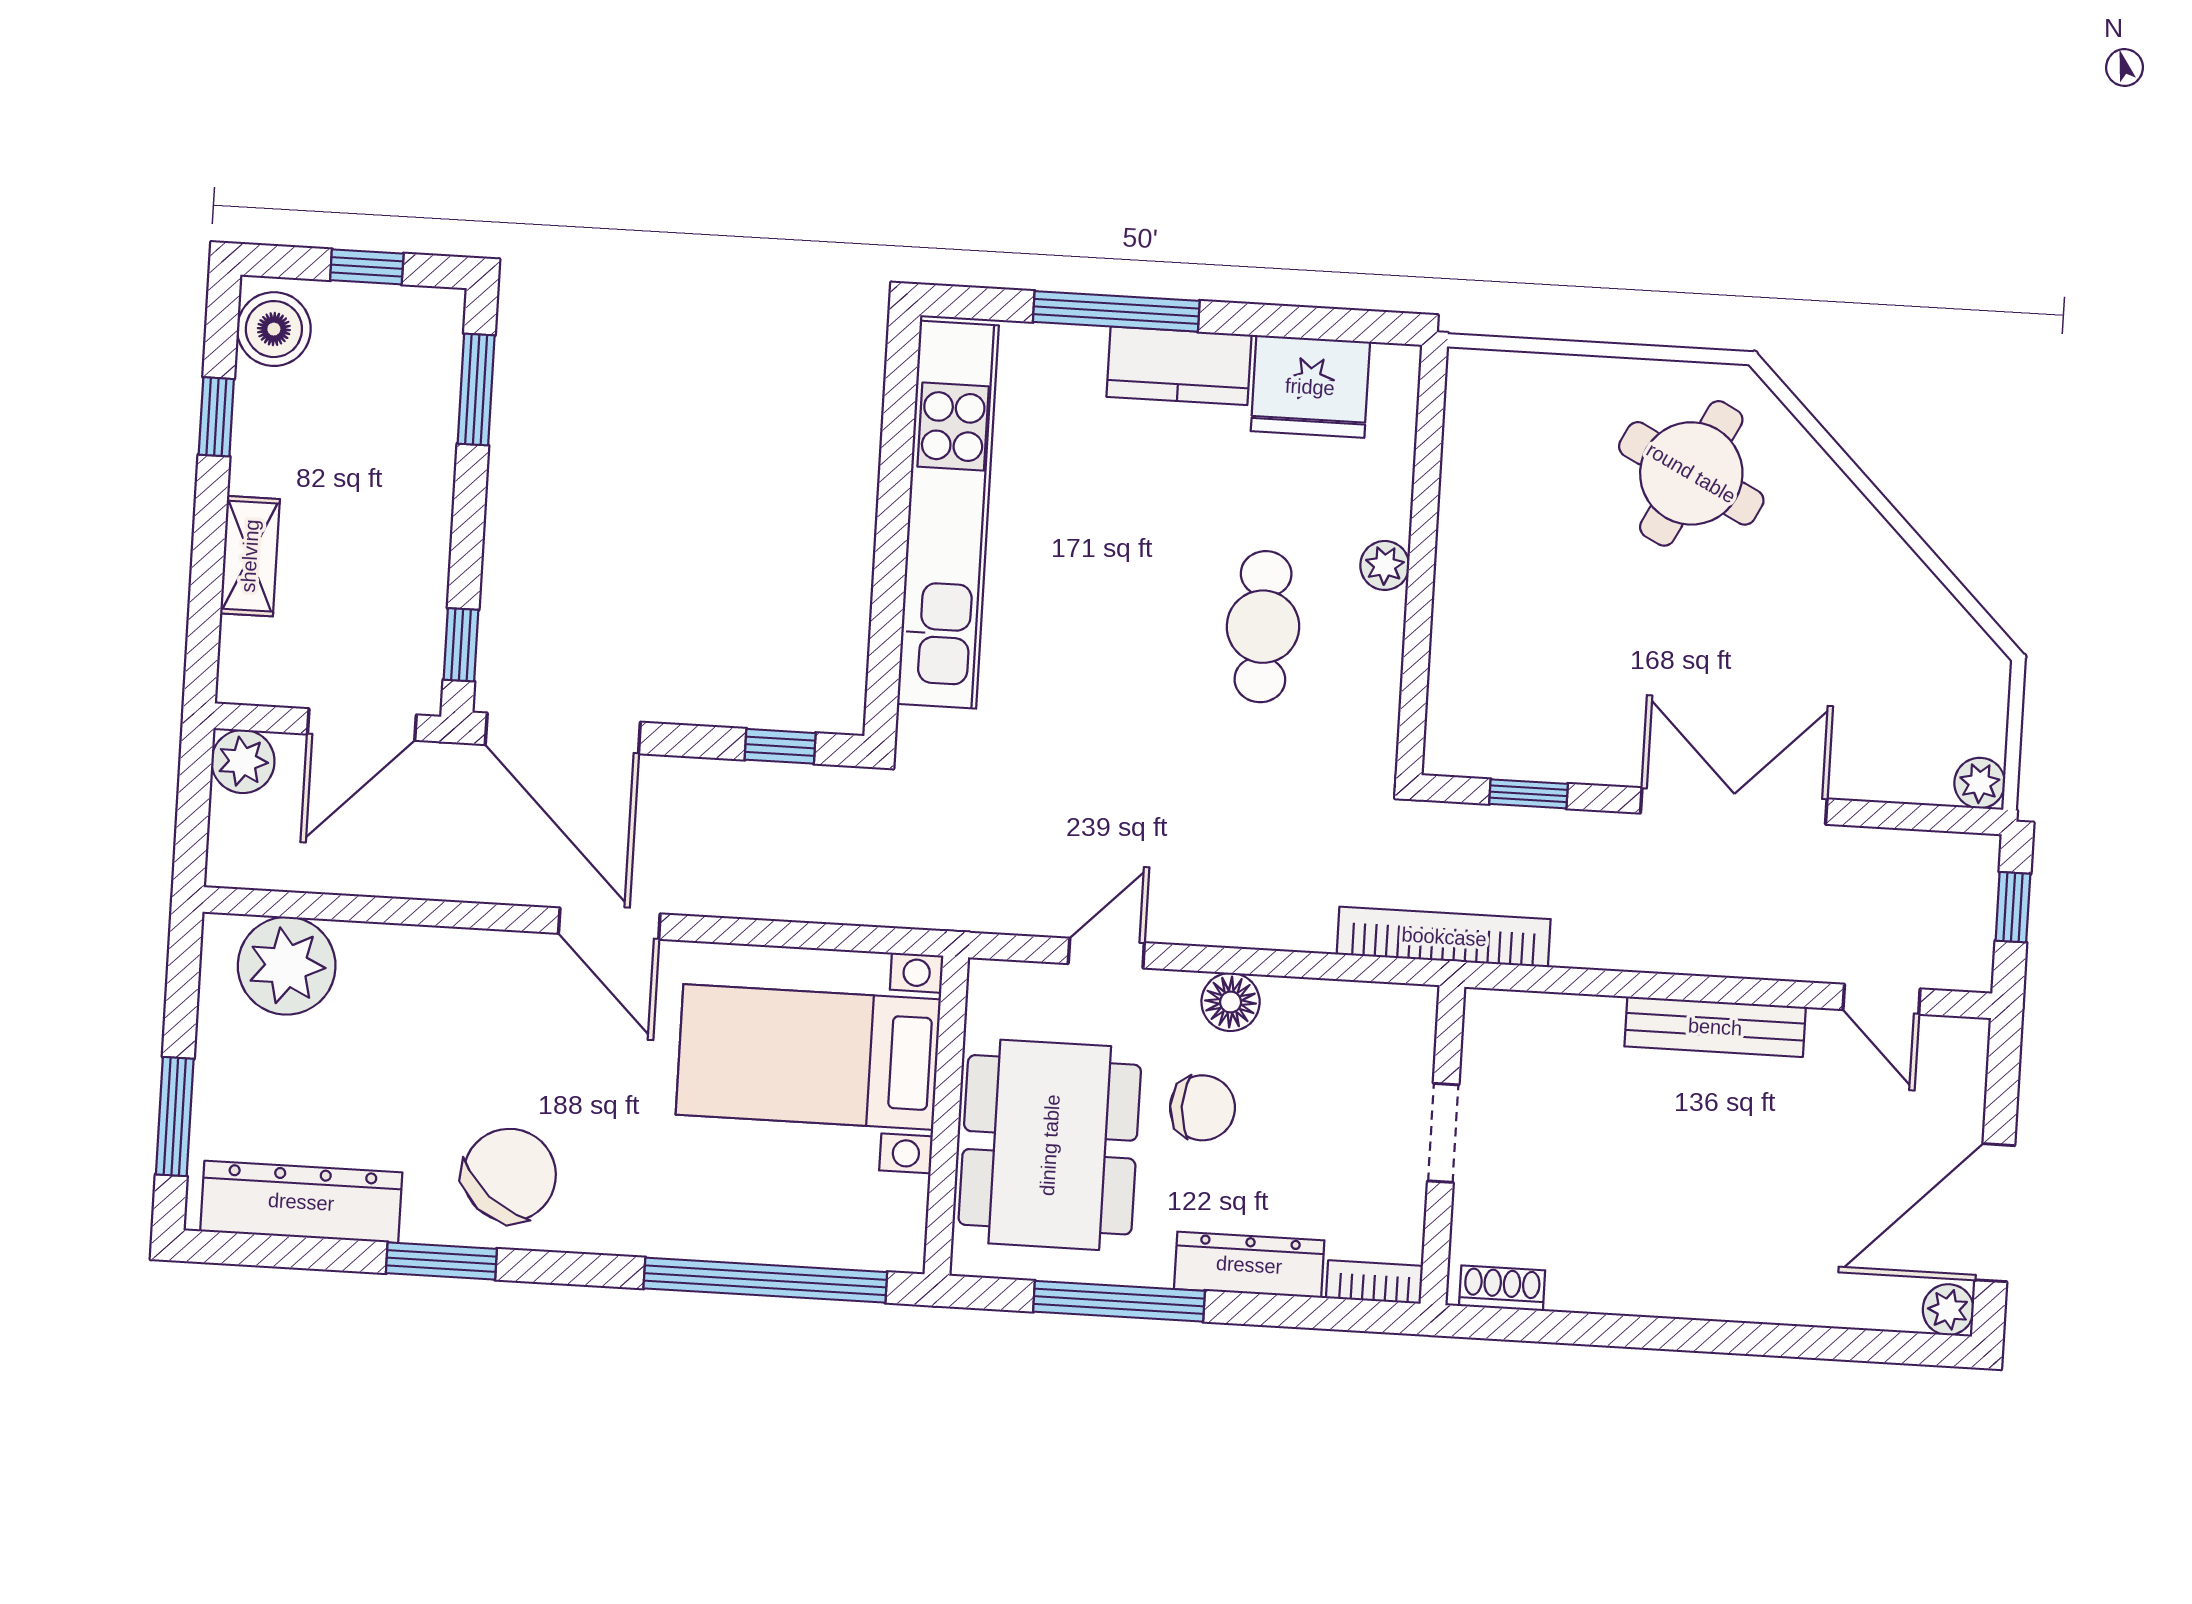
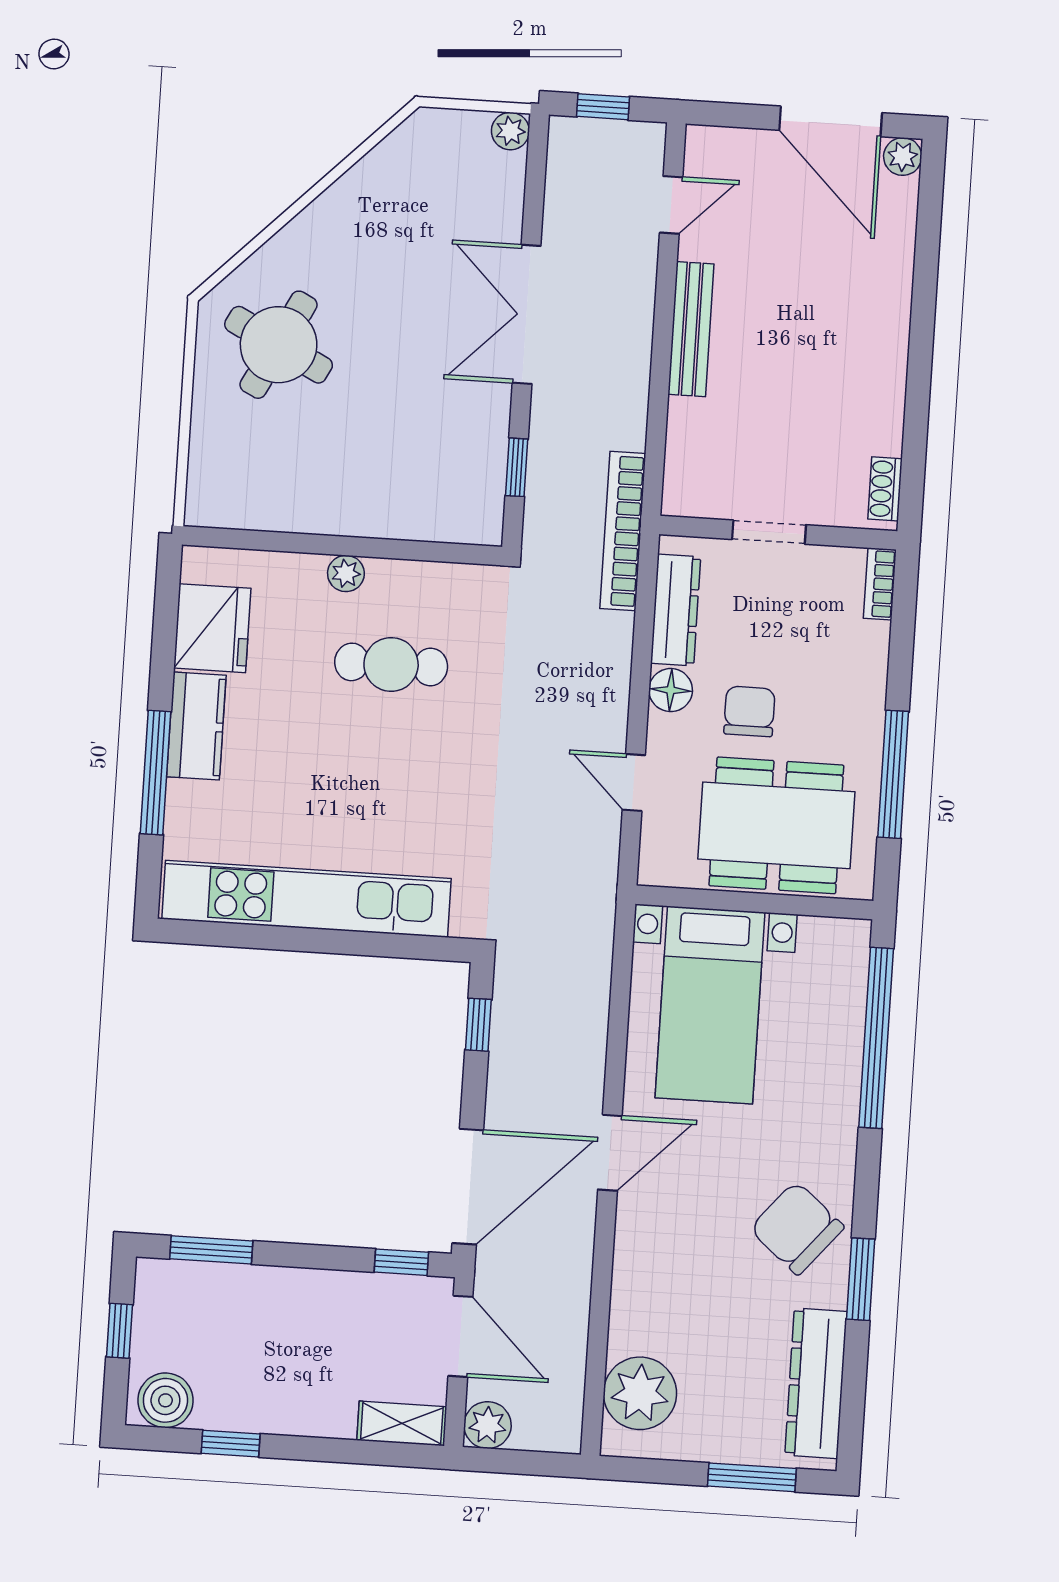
shelving: (250, 556) -> (402, 1423), moved
dresser: (1249, 1265) -> (676, 610), moved, turned 180

